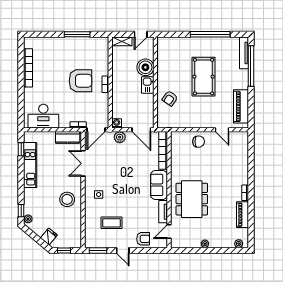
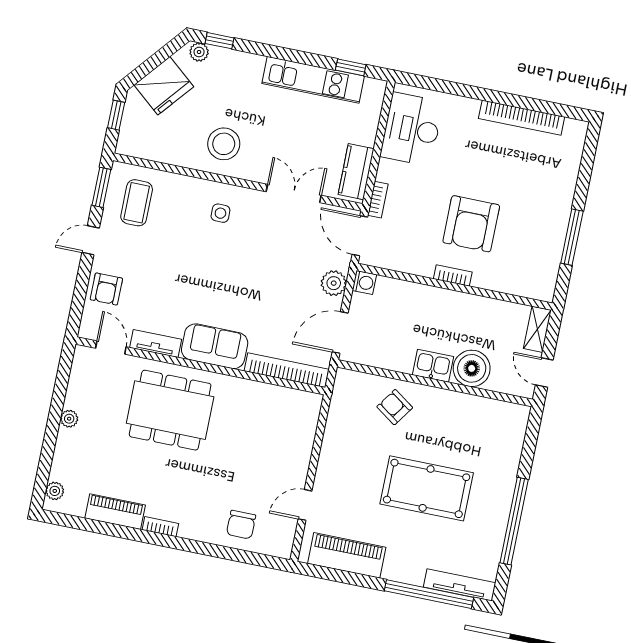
chair: (199, 142) -> (241, 525), moved
coffee table: (112, 223) -> (137, 203), moved
fridge: (49, 236) -> (164, 86), width x1.88, depth x1.34

